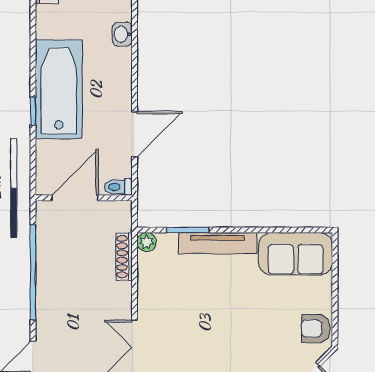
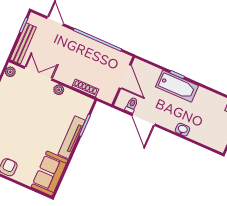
washbasin: (122, 34) -> (182, 130), moved
bathtub: (59, 89) -> (177, 86), width x0.73, depth x0.73
toilet: (118, 187) -> (132, 105), moved
plant: (147, 242) -> (59, 90), moved

